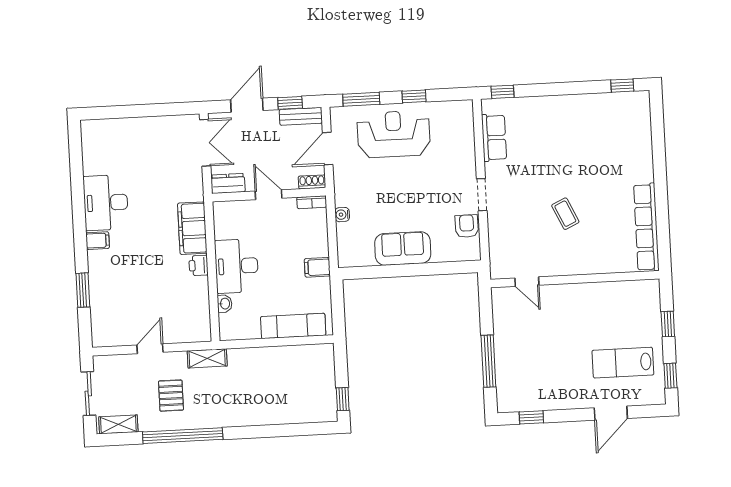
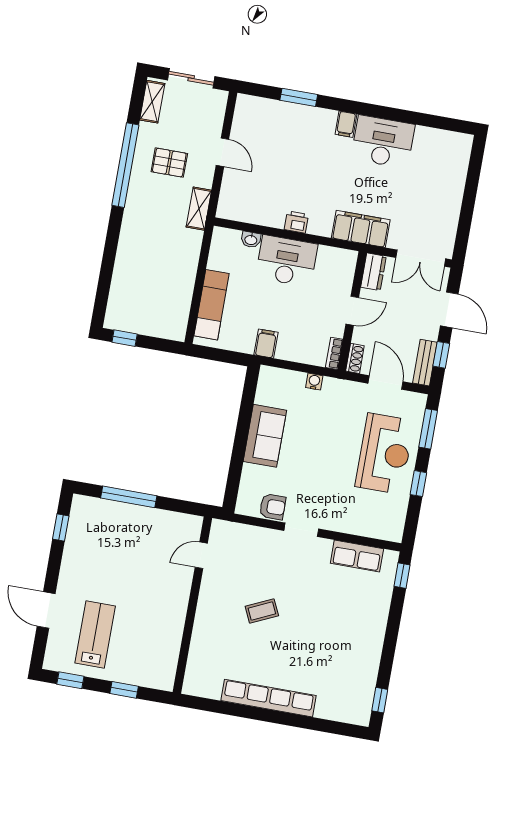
row of seats: (646, 227) -> (268, 698), moved
filing cabinet: (192, 228) -> (361, 229), moved

